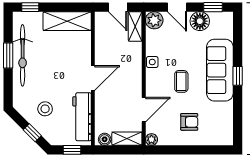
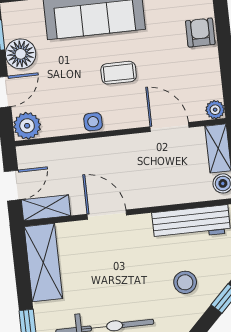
shelving: (135, 27) -> (46, 208), moved
door: (93, 78) -> (107, 215), moved
armchair: (189, 122) -> (200, 33), moved

